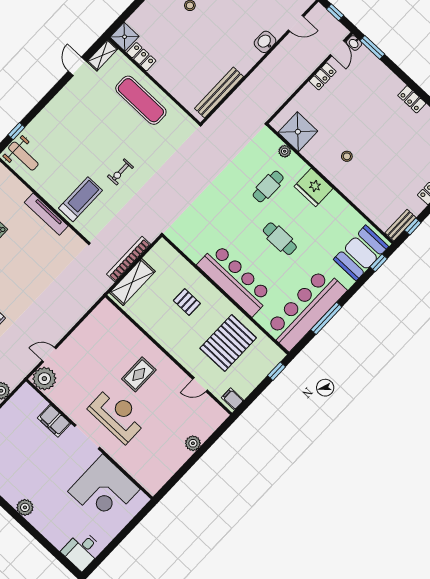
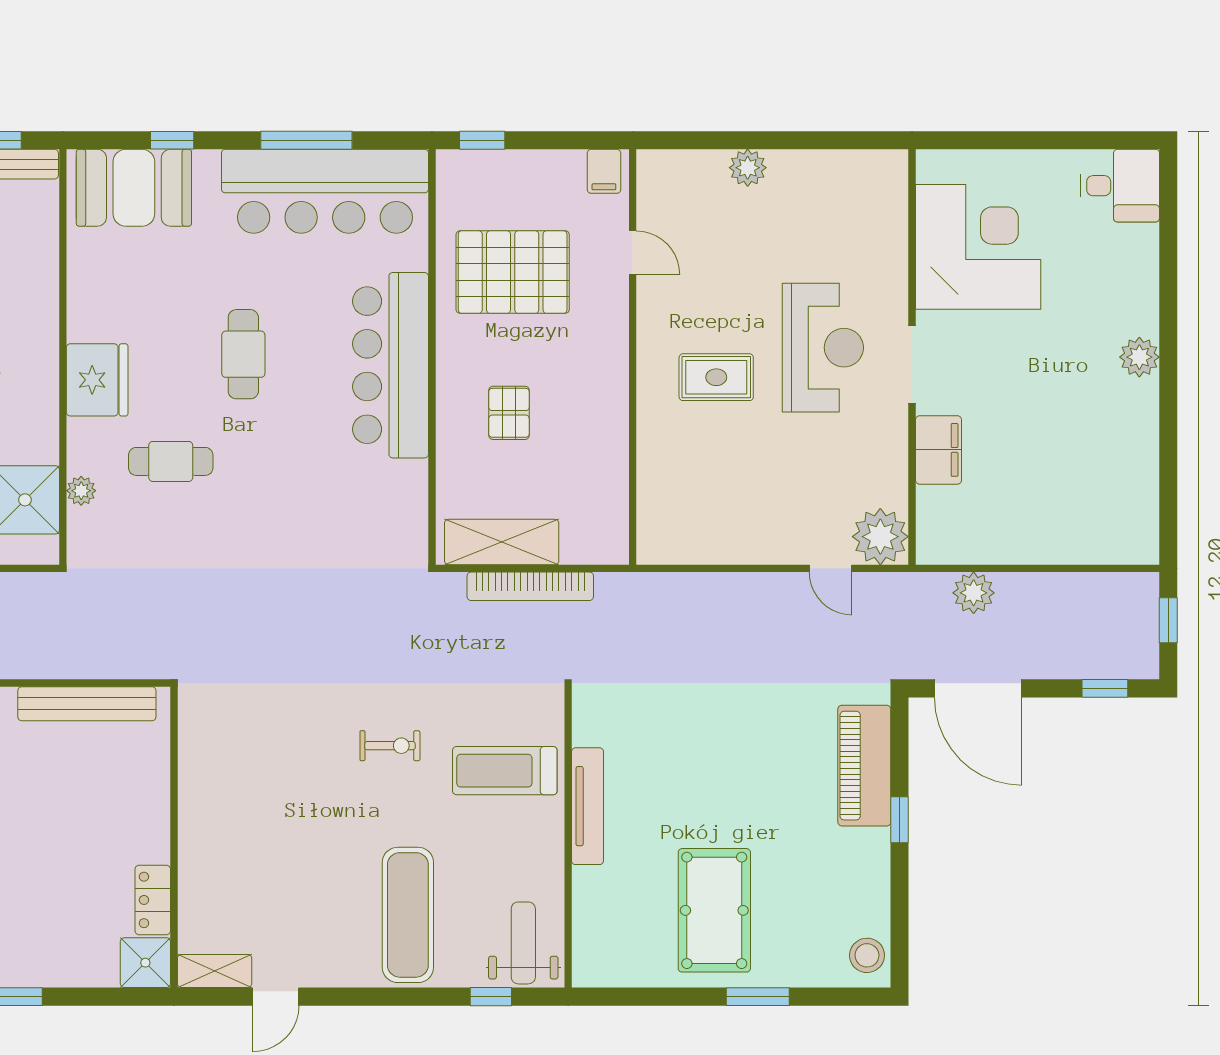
exercise mat: (141, 100) -> (408, 915), moved
window: (379, 263) -> (172, 140), moved
shelving: (132, 282) -> (502, 542), moved
reception desk: (118, 415) -> (823, 348), turned 180

